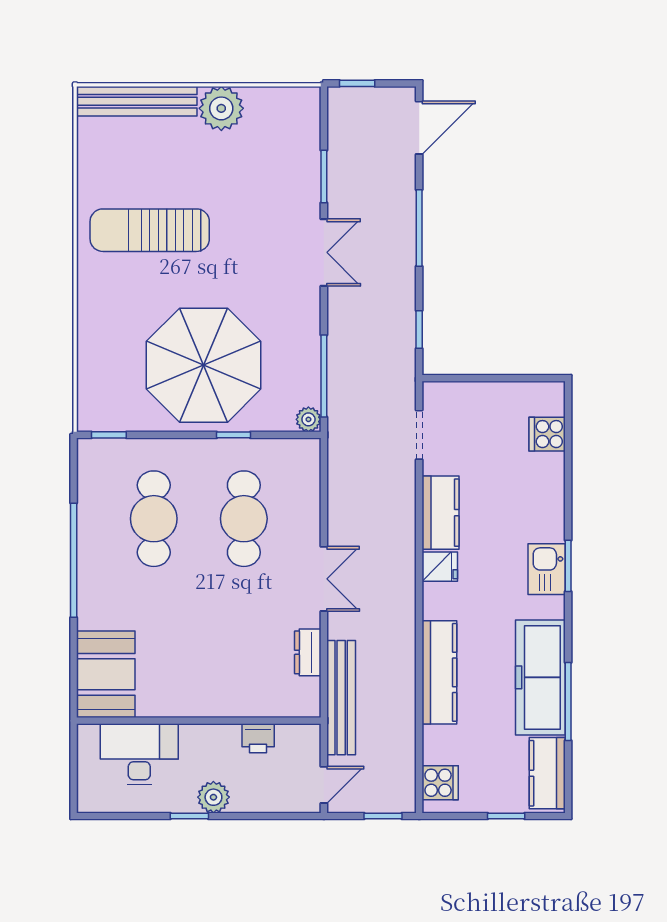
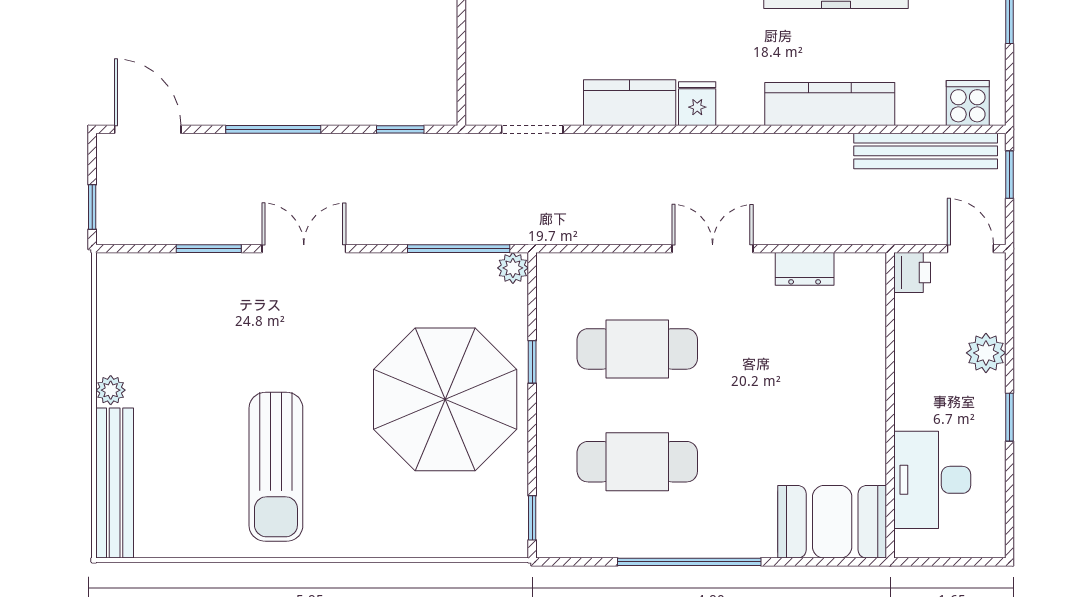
plant: (221, 108) -> (111, 390), width x0.53, depth x0.53
bench: (341, 698) -> (926, 151), moved
printer: (258, 738) -> (912, 273), moved
plant: (213, 797) -> (986, 353), moved

